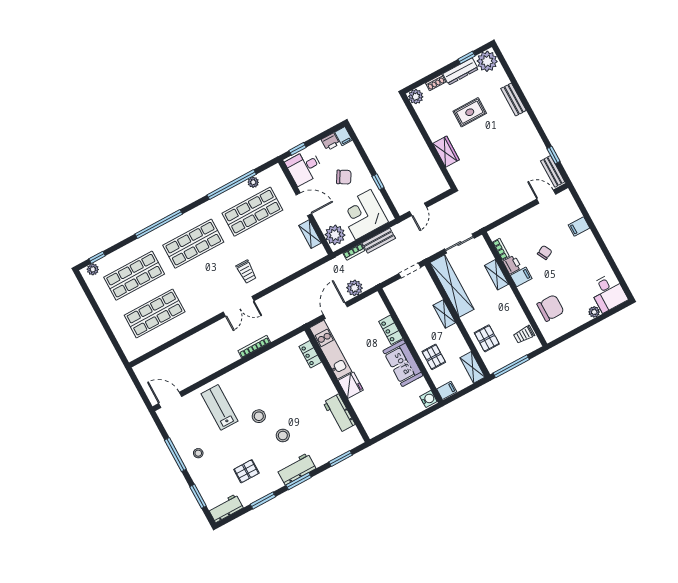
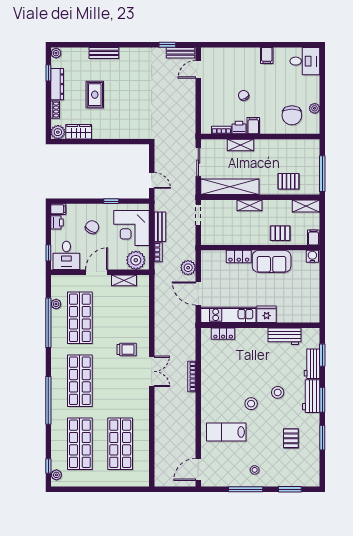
plant: (487, 61) -> (56, 53), width x0.53, depth x0.53
wardrobe: (446, 152) -> (79, 132), moved
filing cabinet: (579, 226) -> (267, 56), moved
chair: (550, 308) -> (292, 115), turned 180
plant: (594, 312) -> (315, 108), moved
trolley: (524, 335) -> (302, 149), removed
workbench: (226, 508) -> (312, 364), moved

